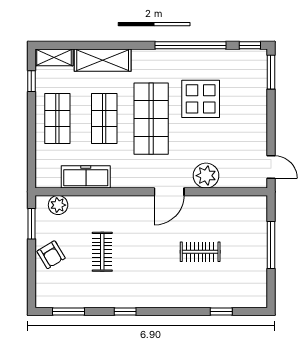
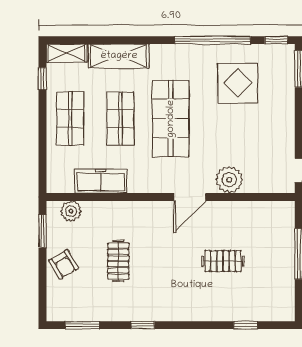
display table: (201, 99) -> (238, 83), moved

